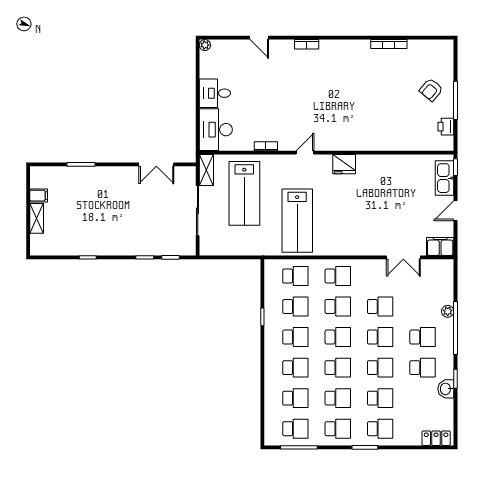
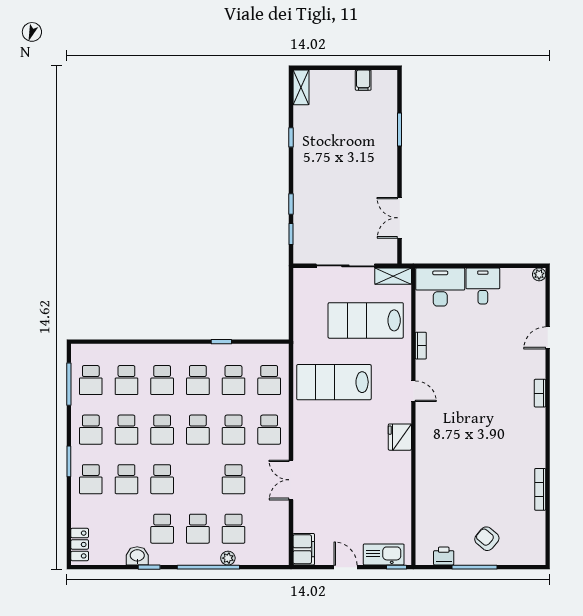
shelving: (37, 218) -> (301, 87), moved, turned 90
double door: (403, 257) -> (291, 480), moved
school desk: (380, 337) -> (234, 529), moved

